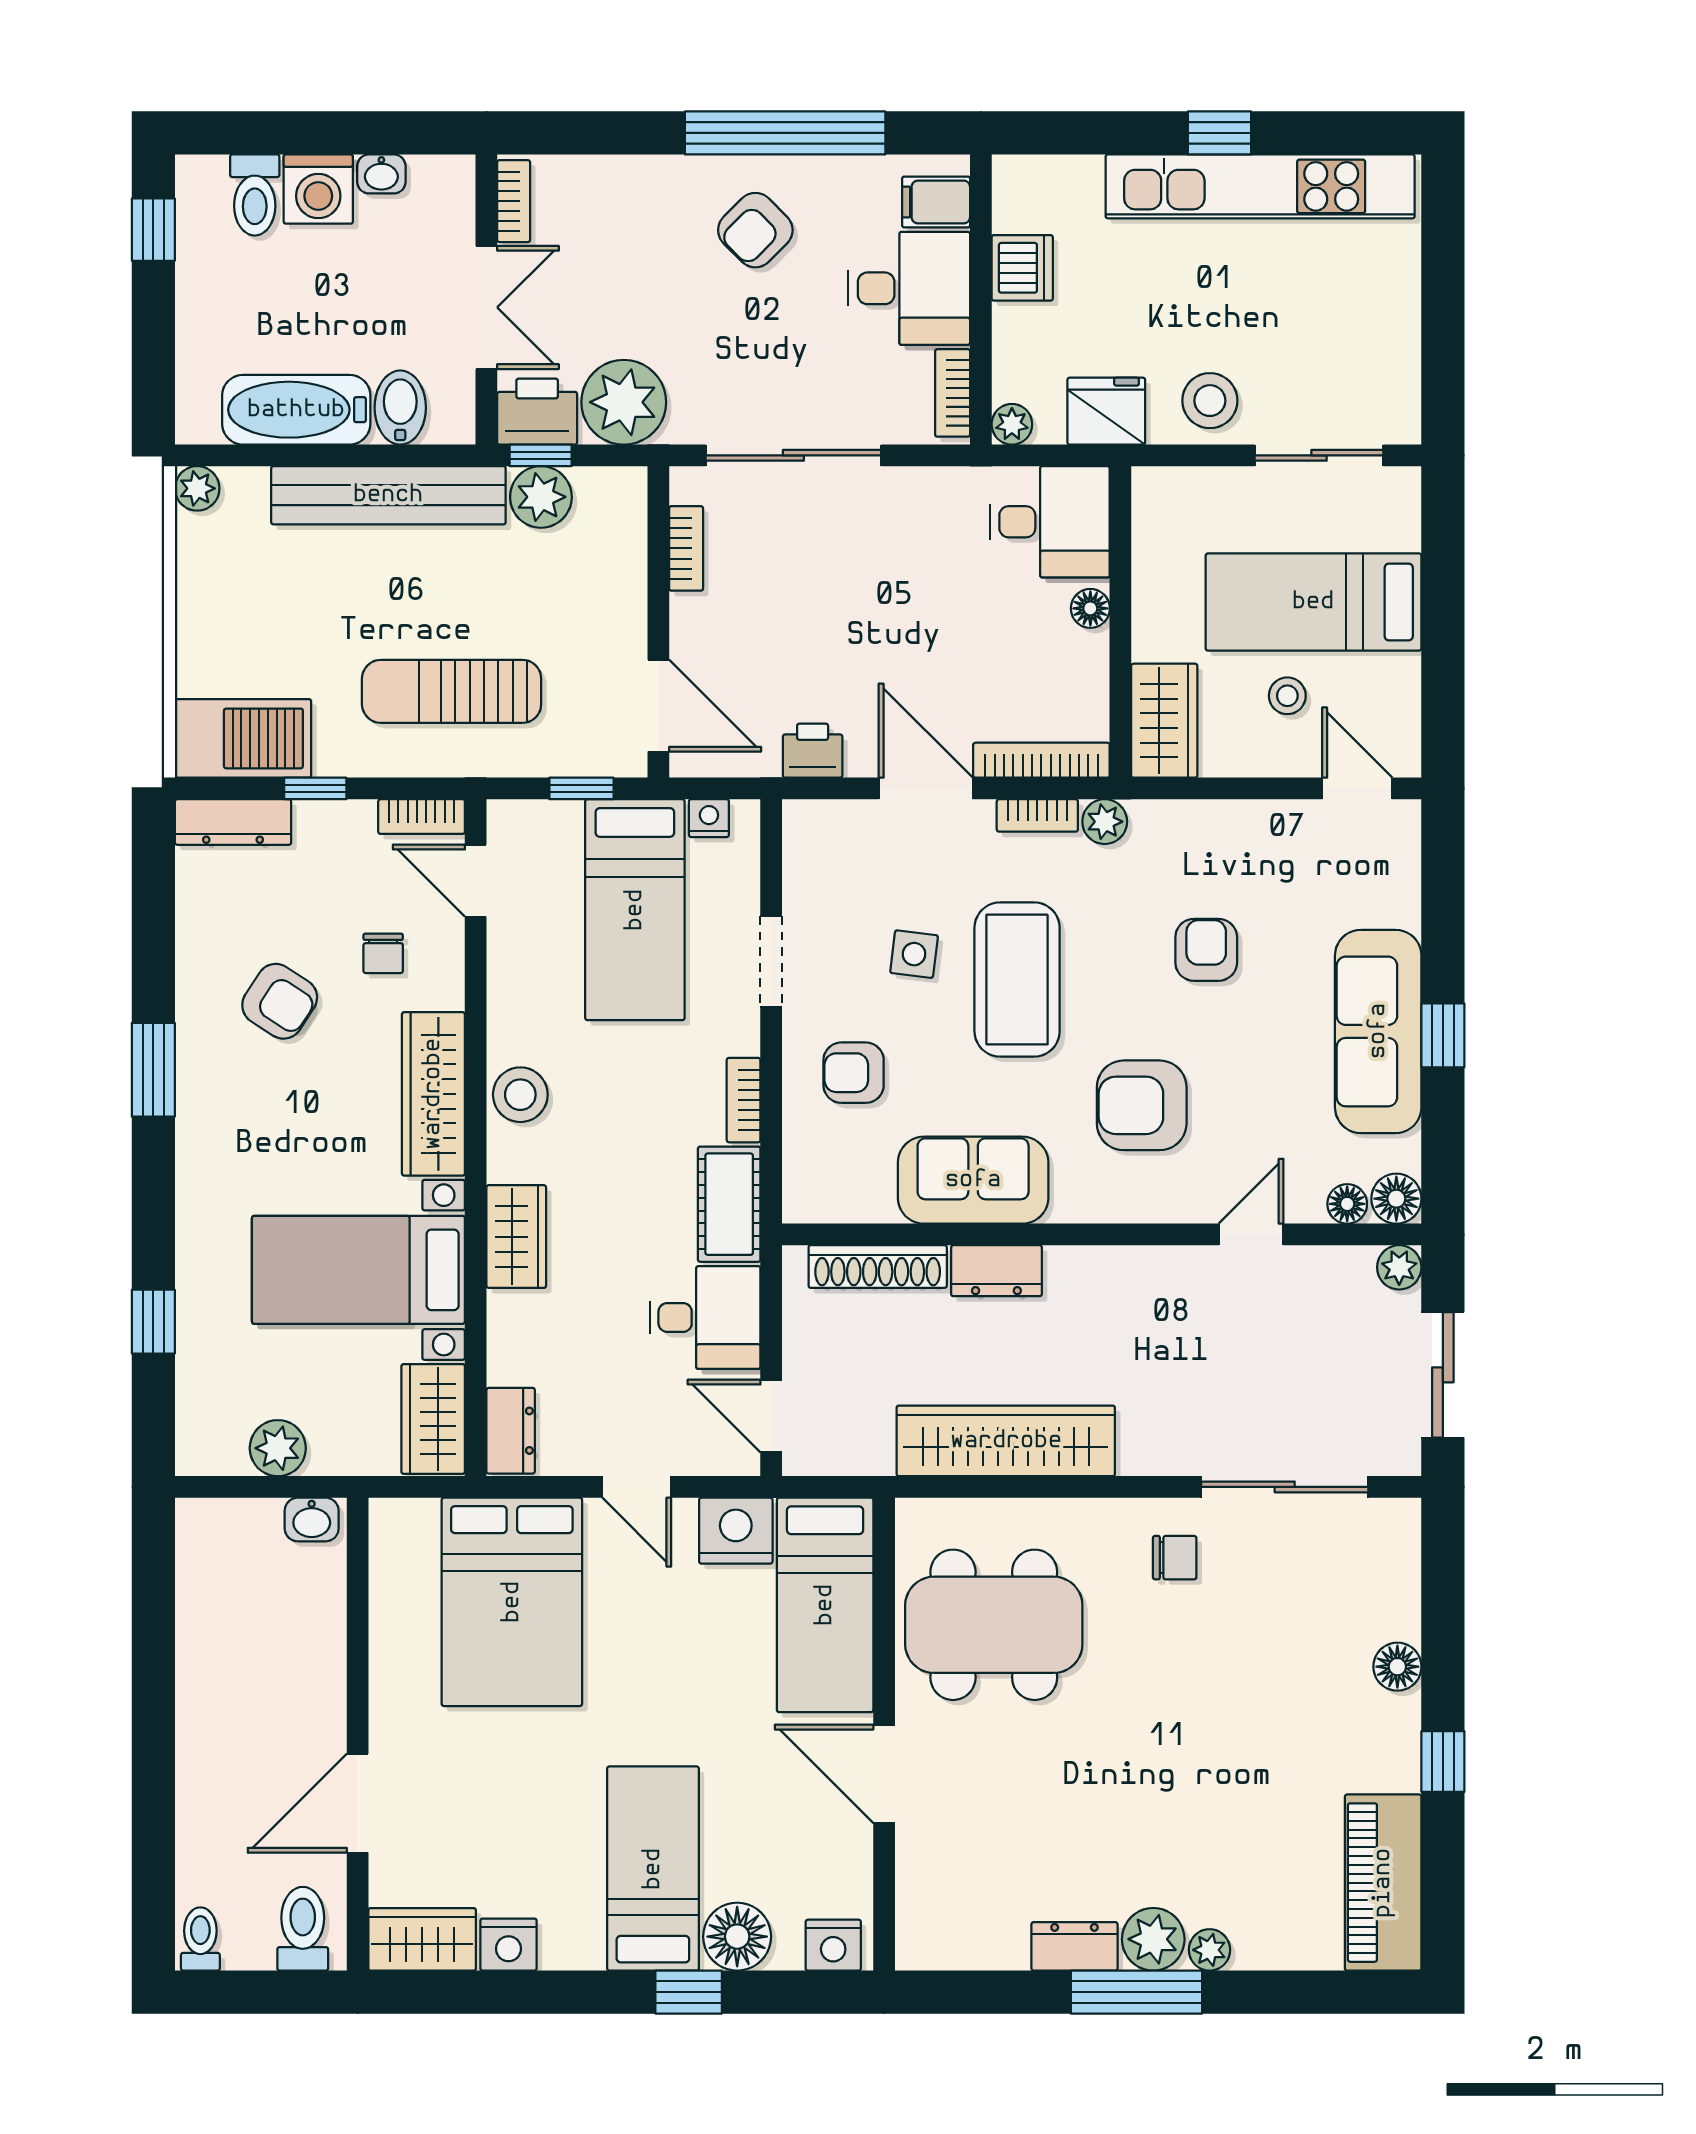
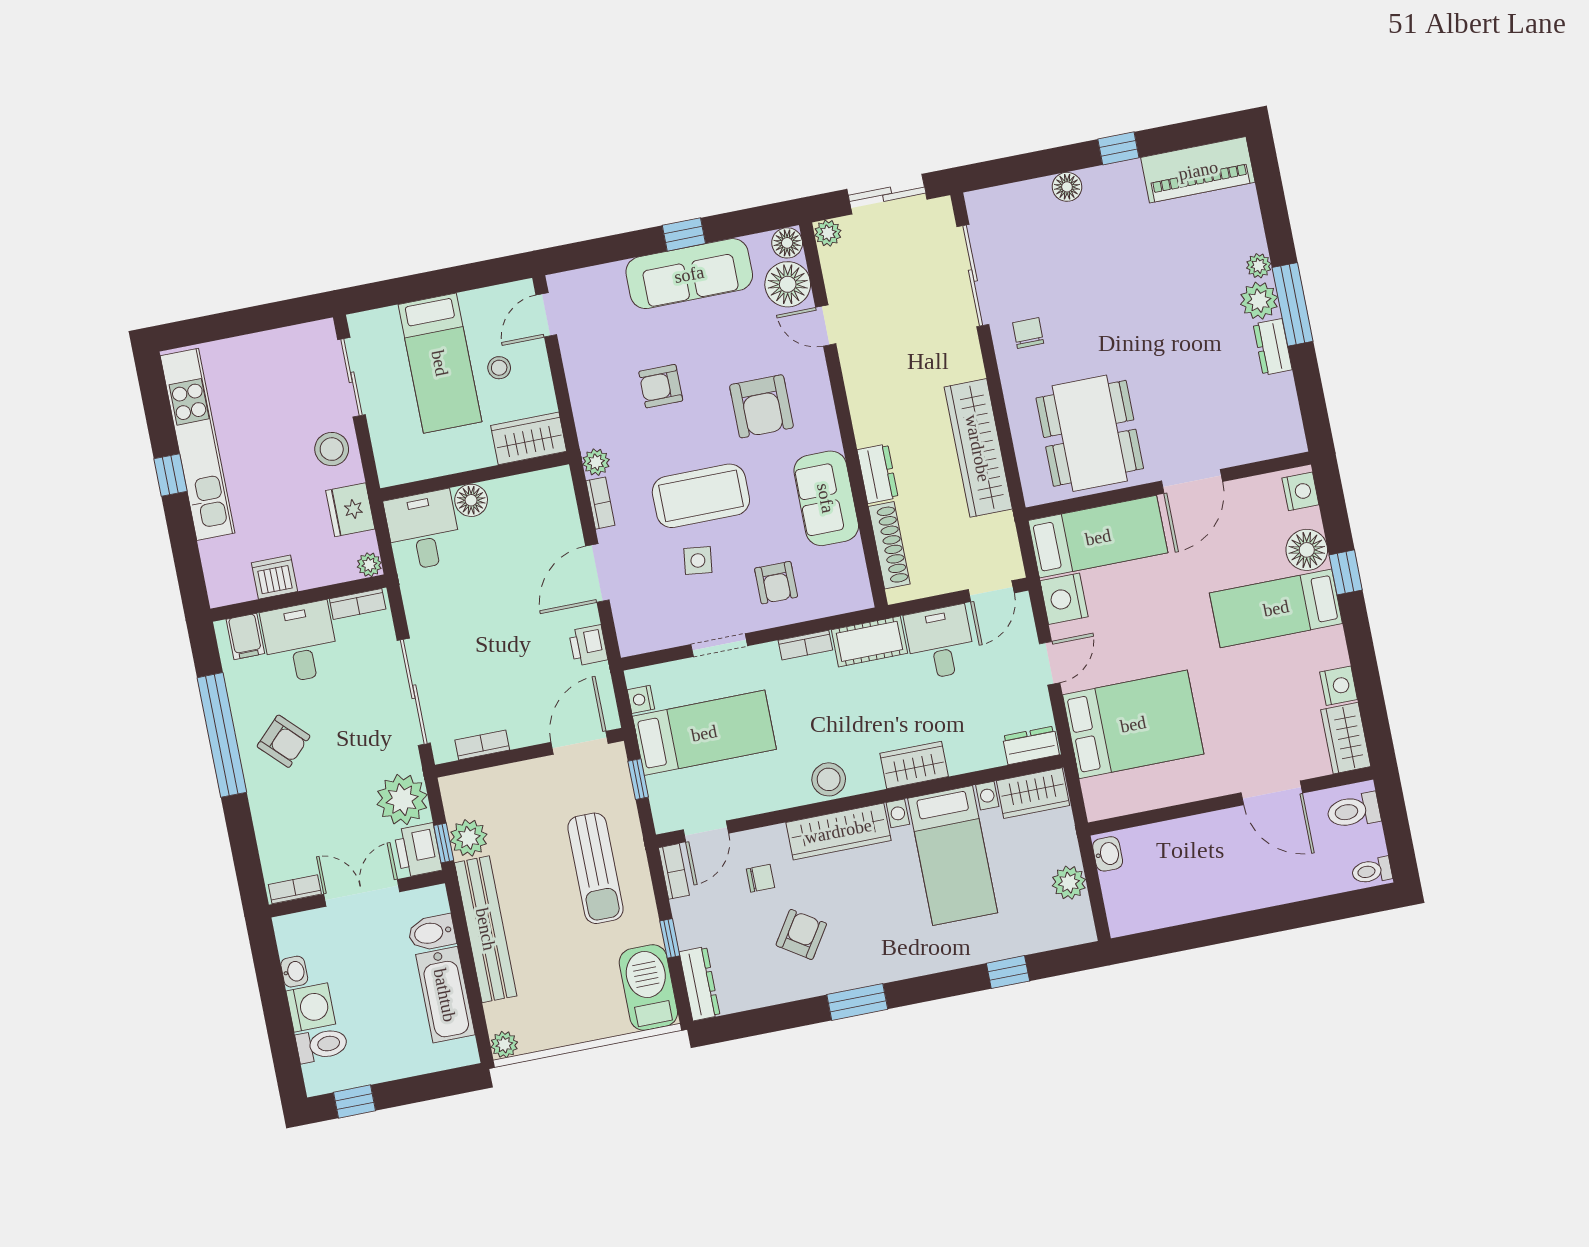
floor lamp: (1090, 608) -> (471, 500), width x1.37, depth x1.37
bookcase: (1041, 760) -> (567, 507), removed
floor lamp: (1347, 1204) -> (788, 284), width x1.89, depth x1.89

